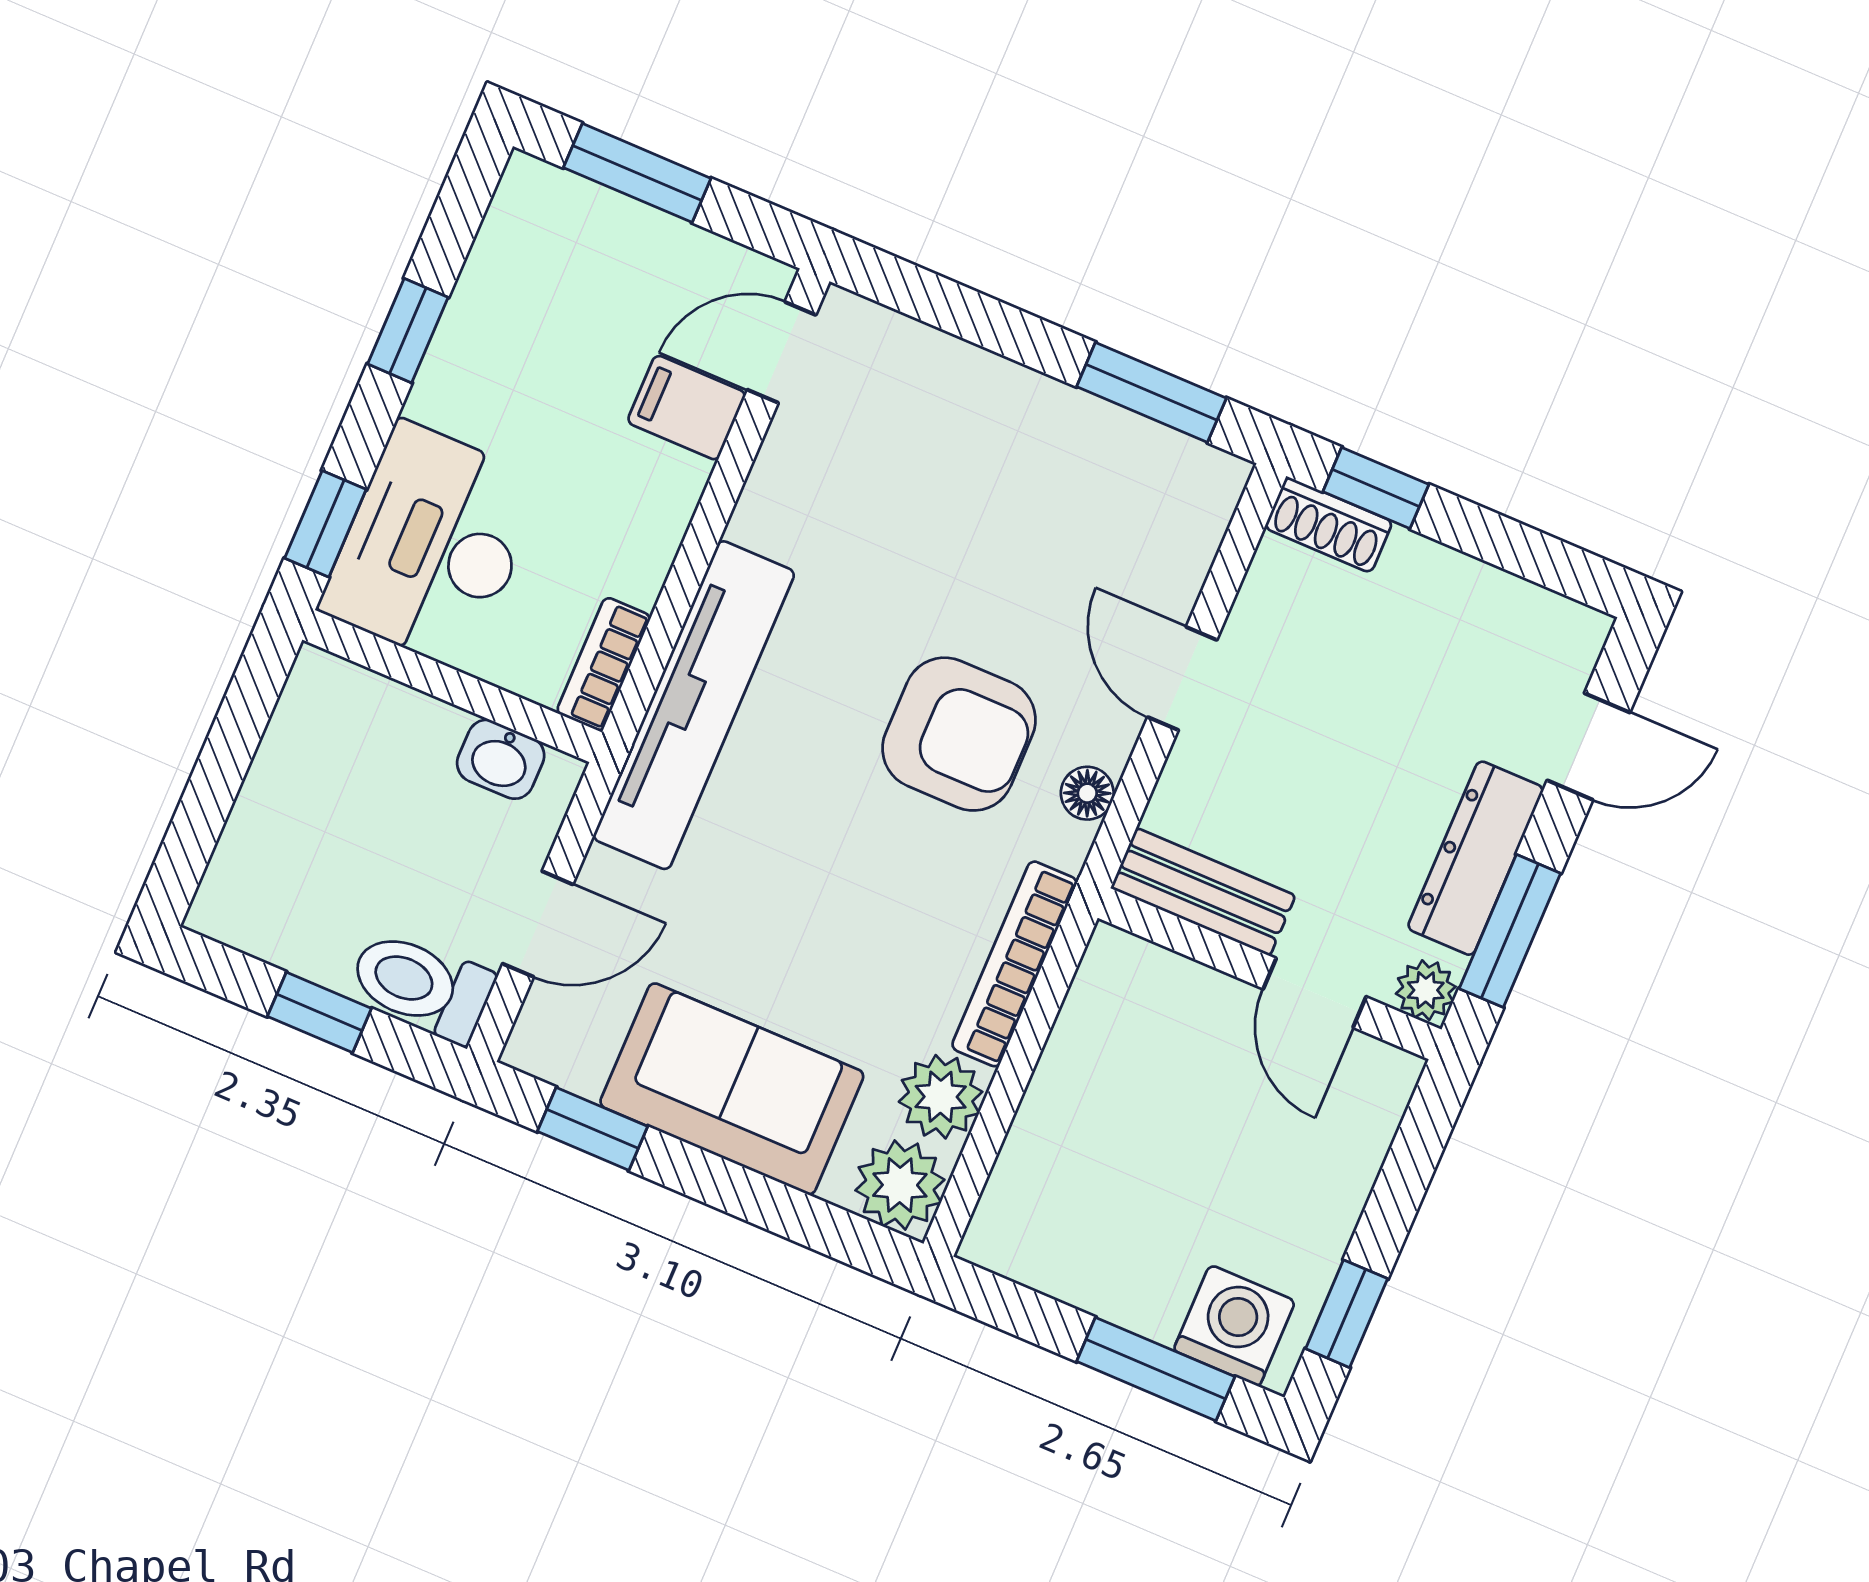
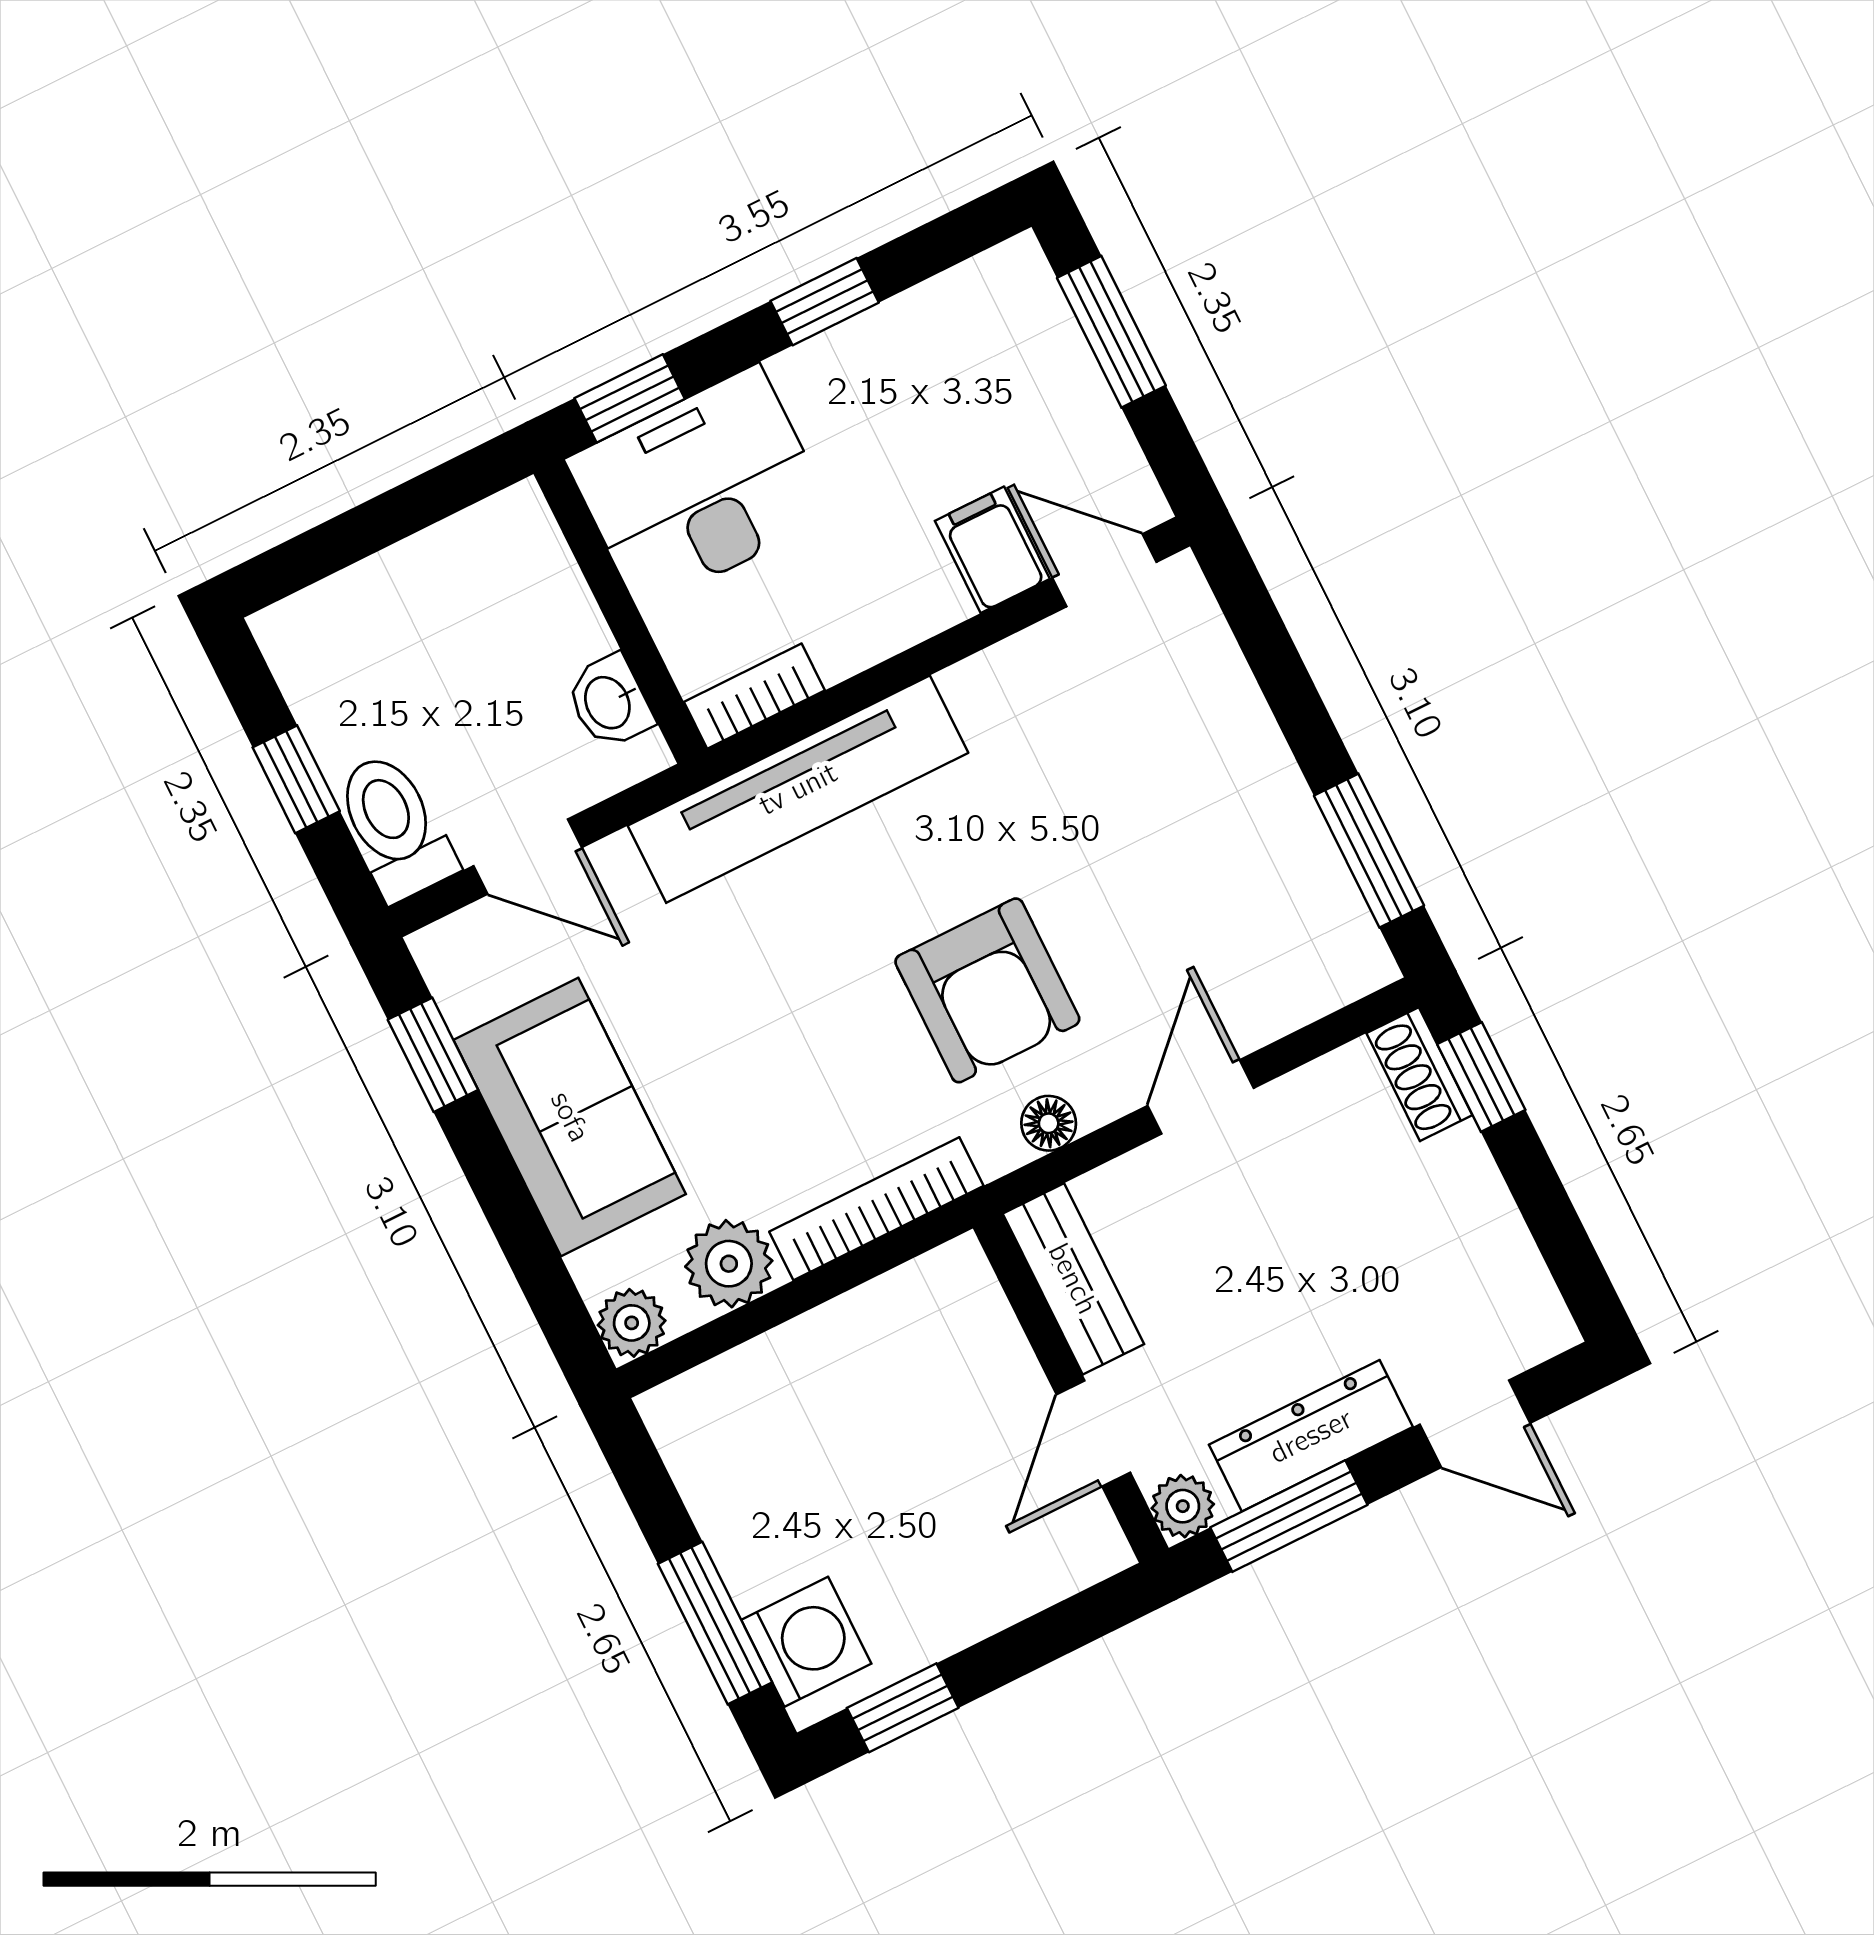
plant: (900, 1185) -> (632, 1323), width x0.73, depth x0.73

